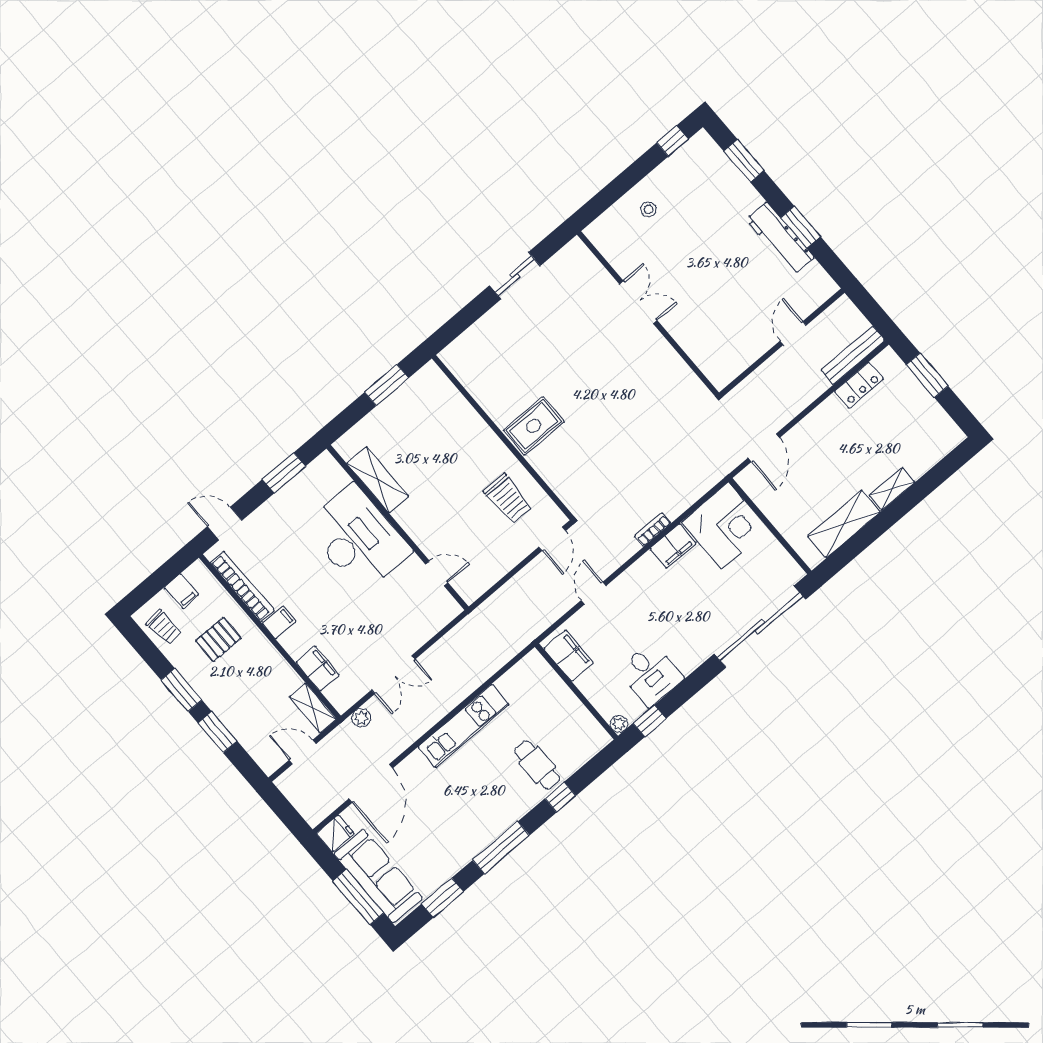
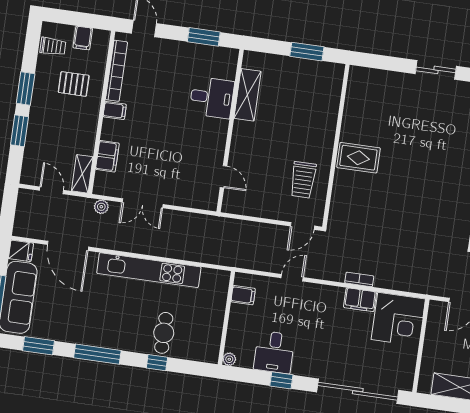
desk: (358, 538) -> (212, 98), width x0.53, depth x0.77
trolley: (164, 627) -> (53, 46), turned -84
filing cabinet: (569, 656) -> (243, 295), width x0.50
window: (650, 721) -> (281, 380), moved
kitchen unit: (464, 726) -> (149, 270), width x1.36
door: (371, 784) -> (68, 246), hinge flipped

